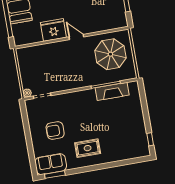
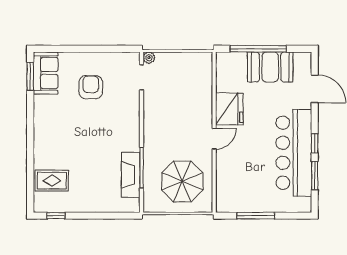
rug: (88, 148) -> (52, 181), moved, turned 90

